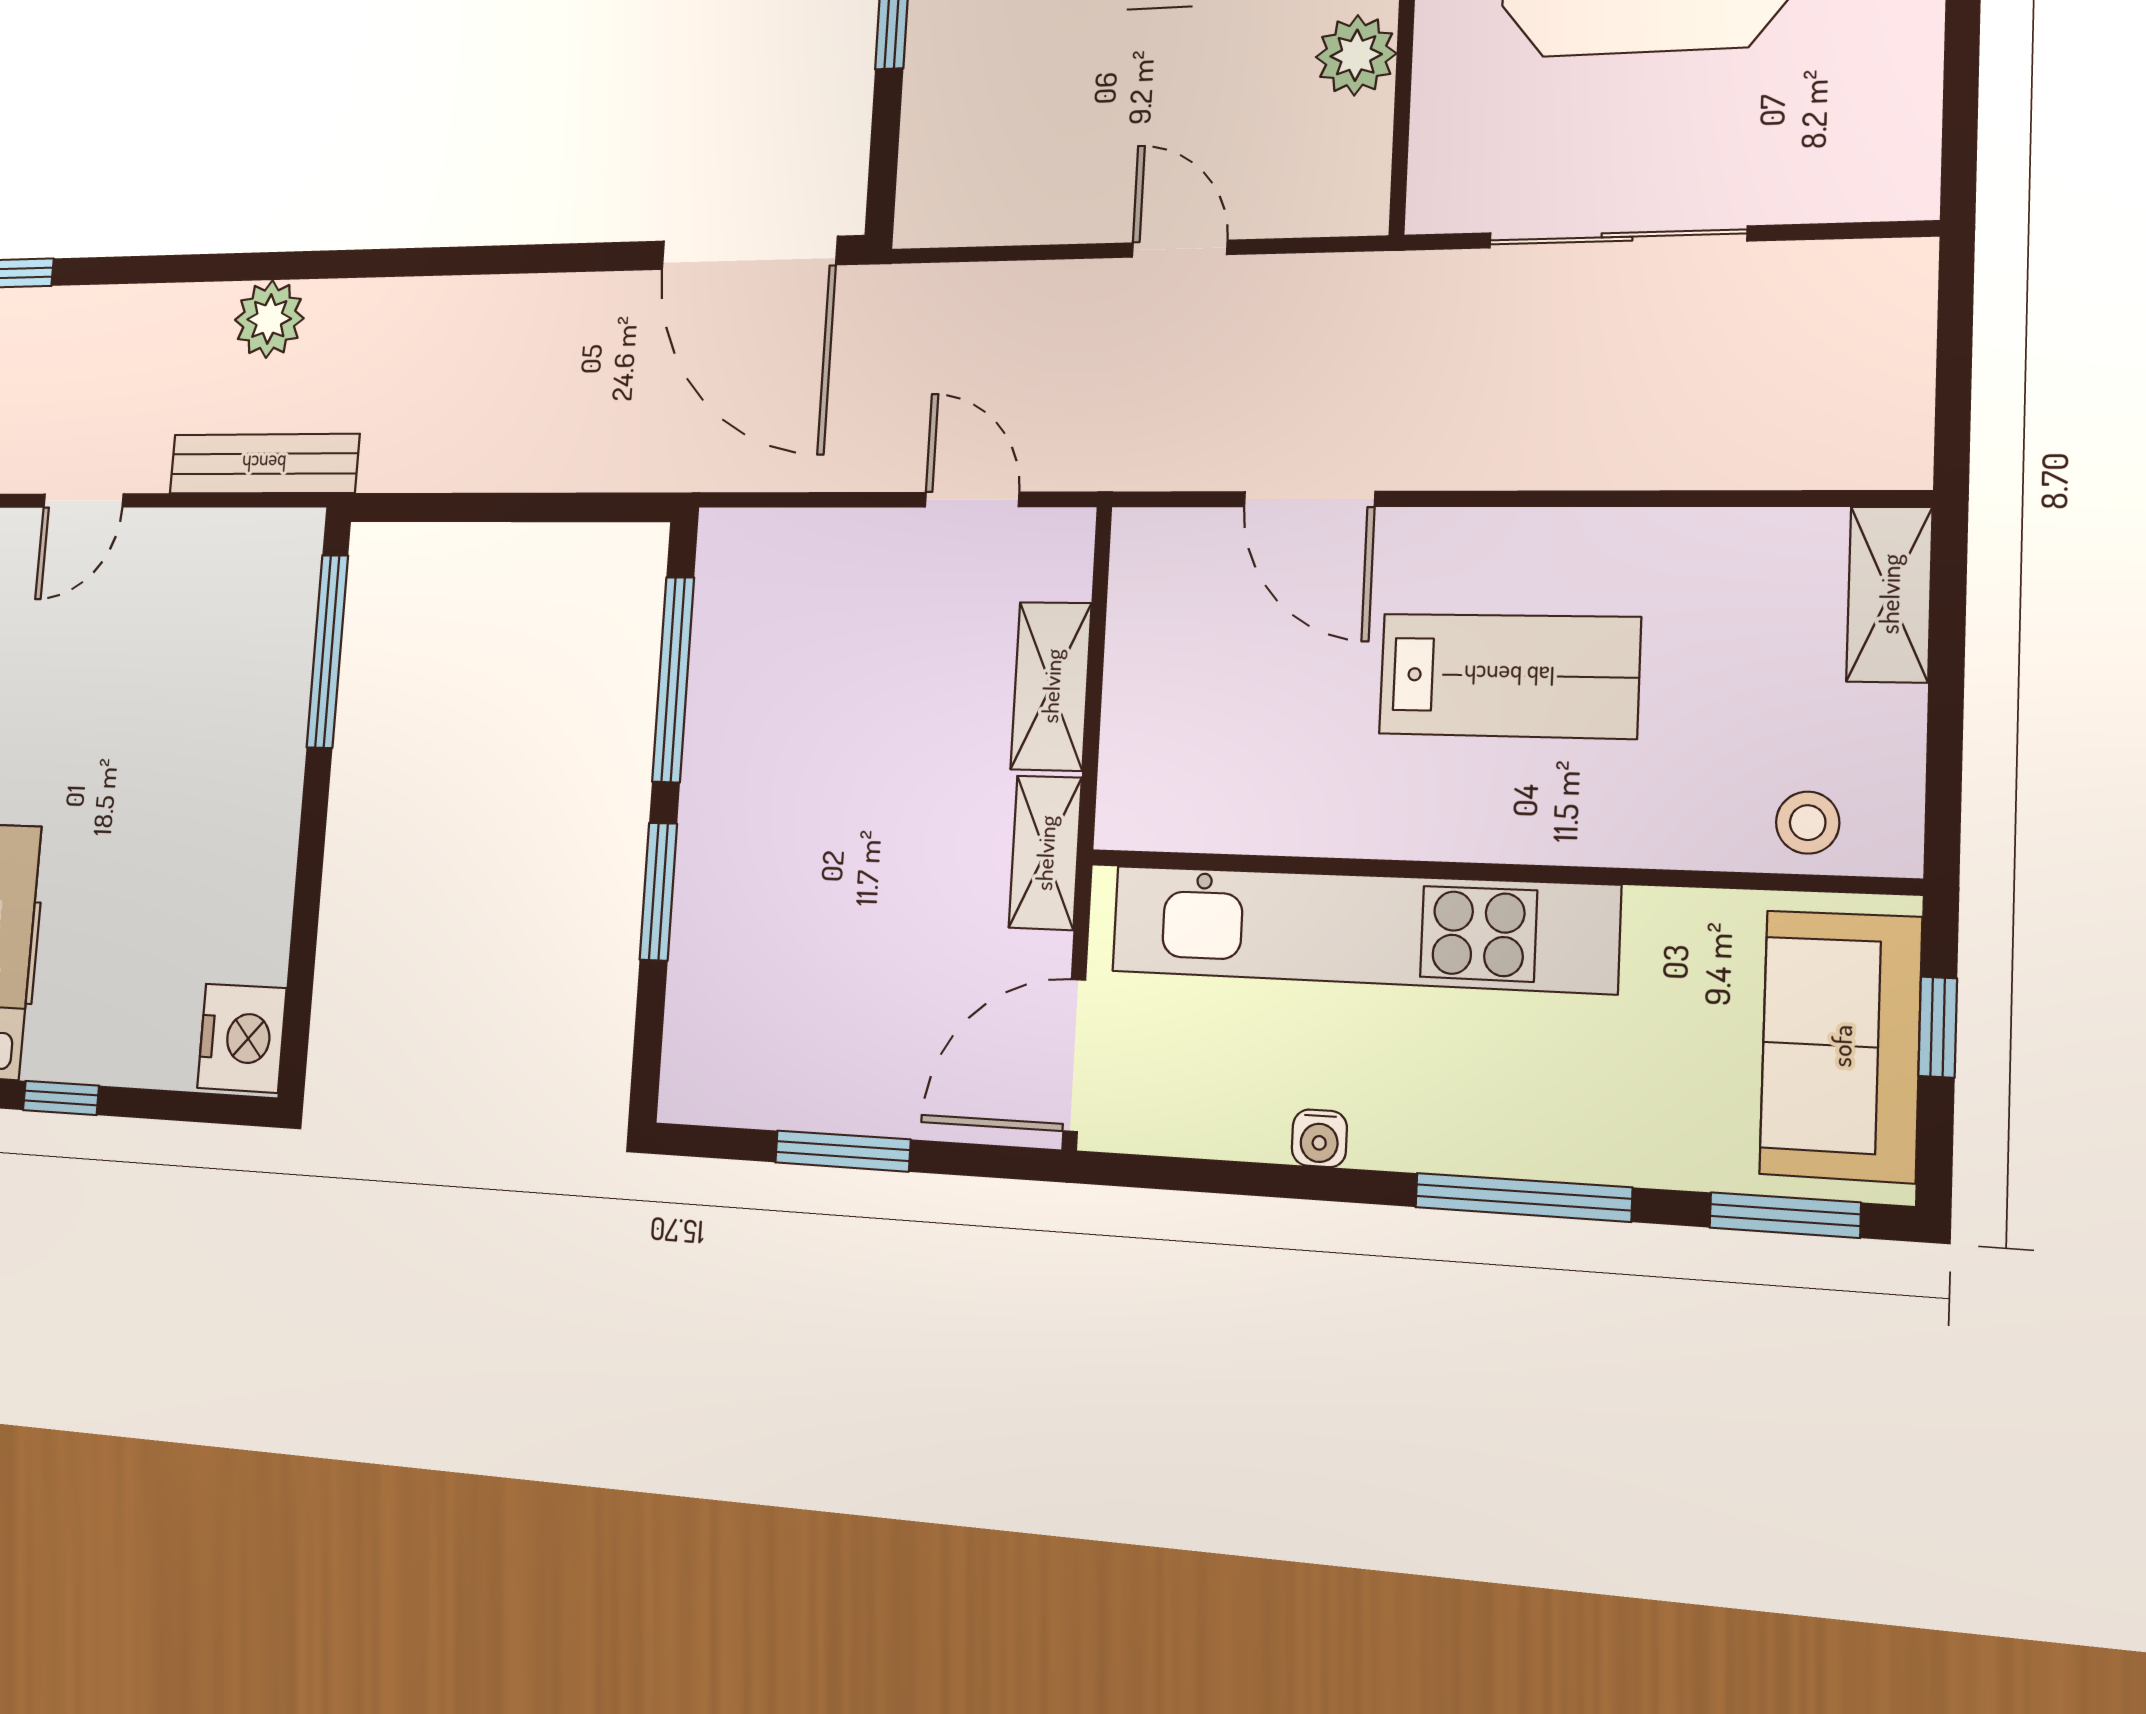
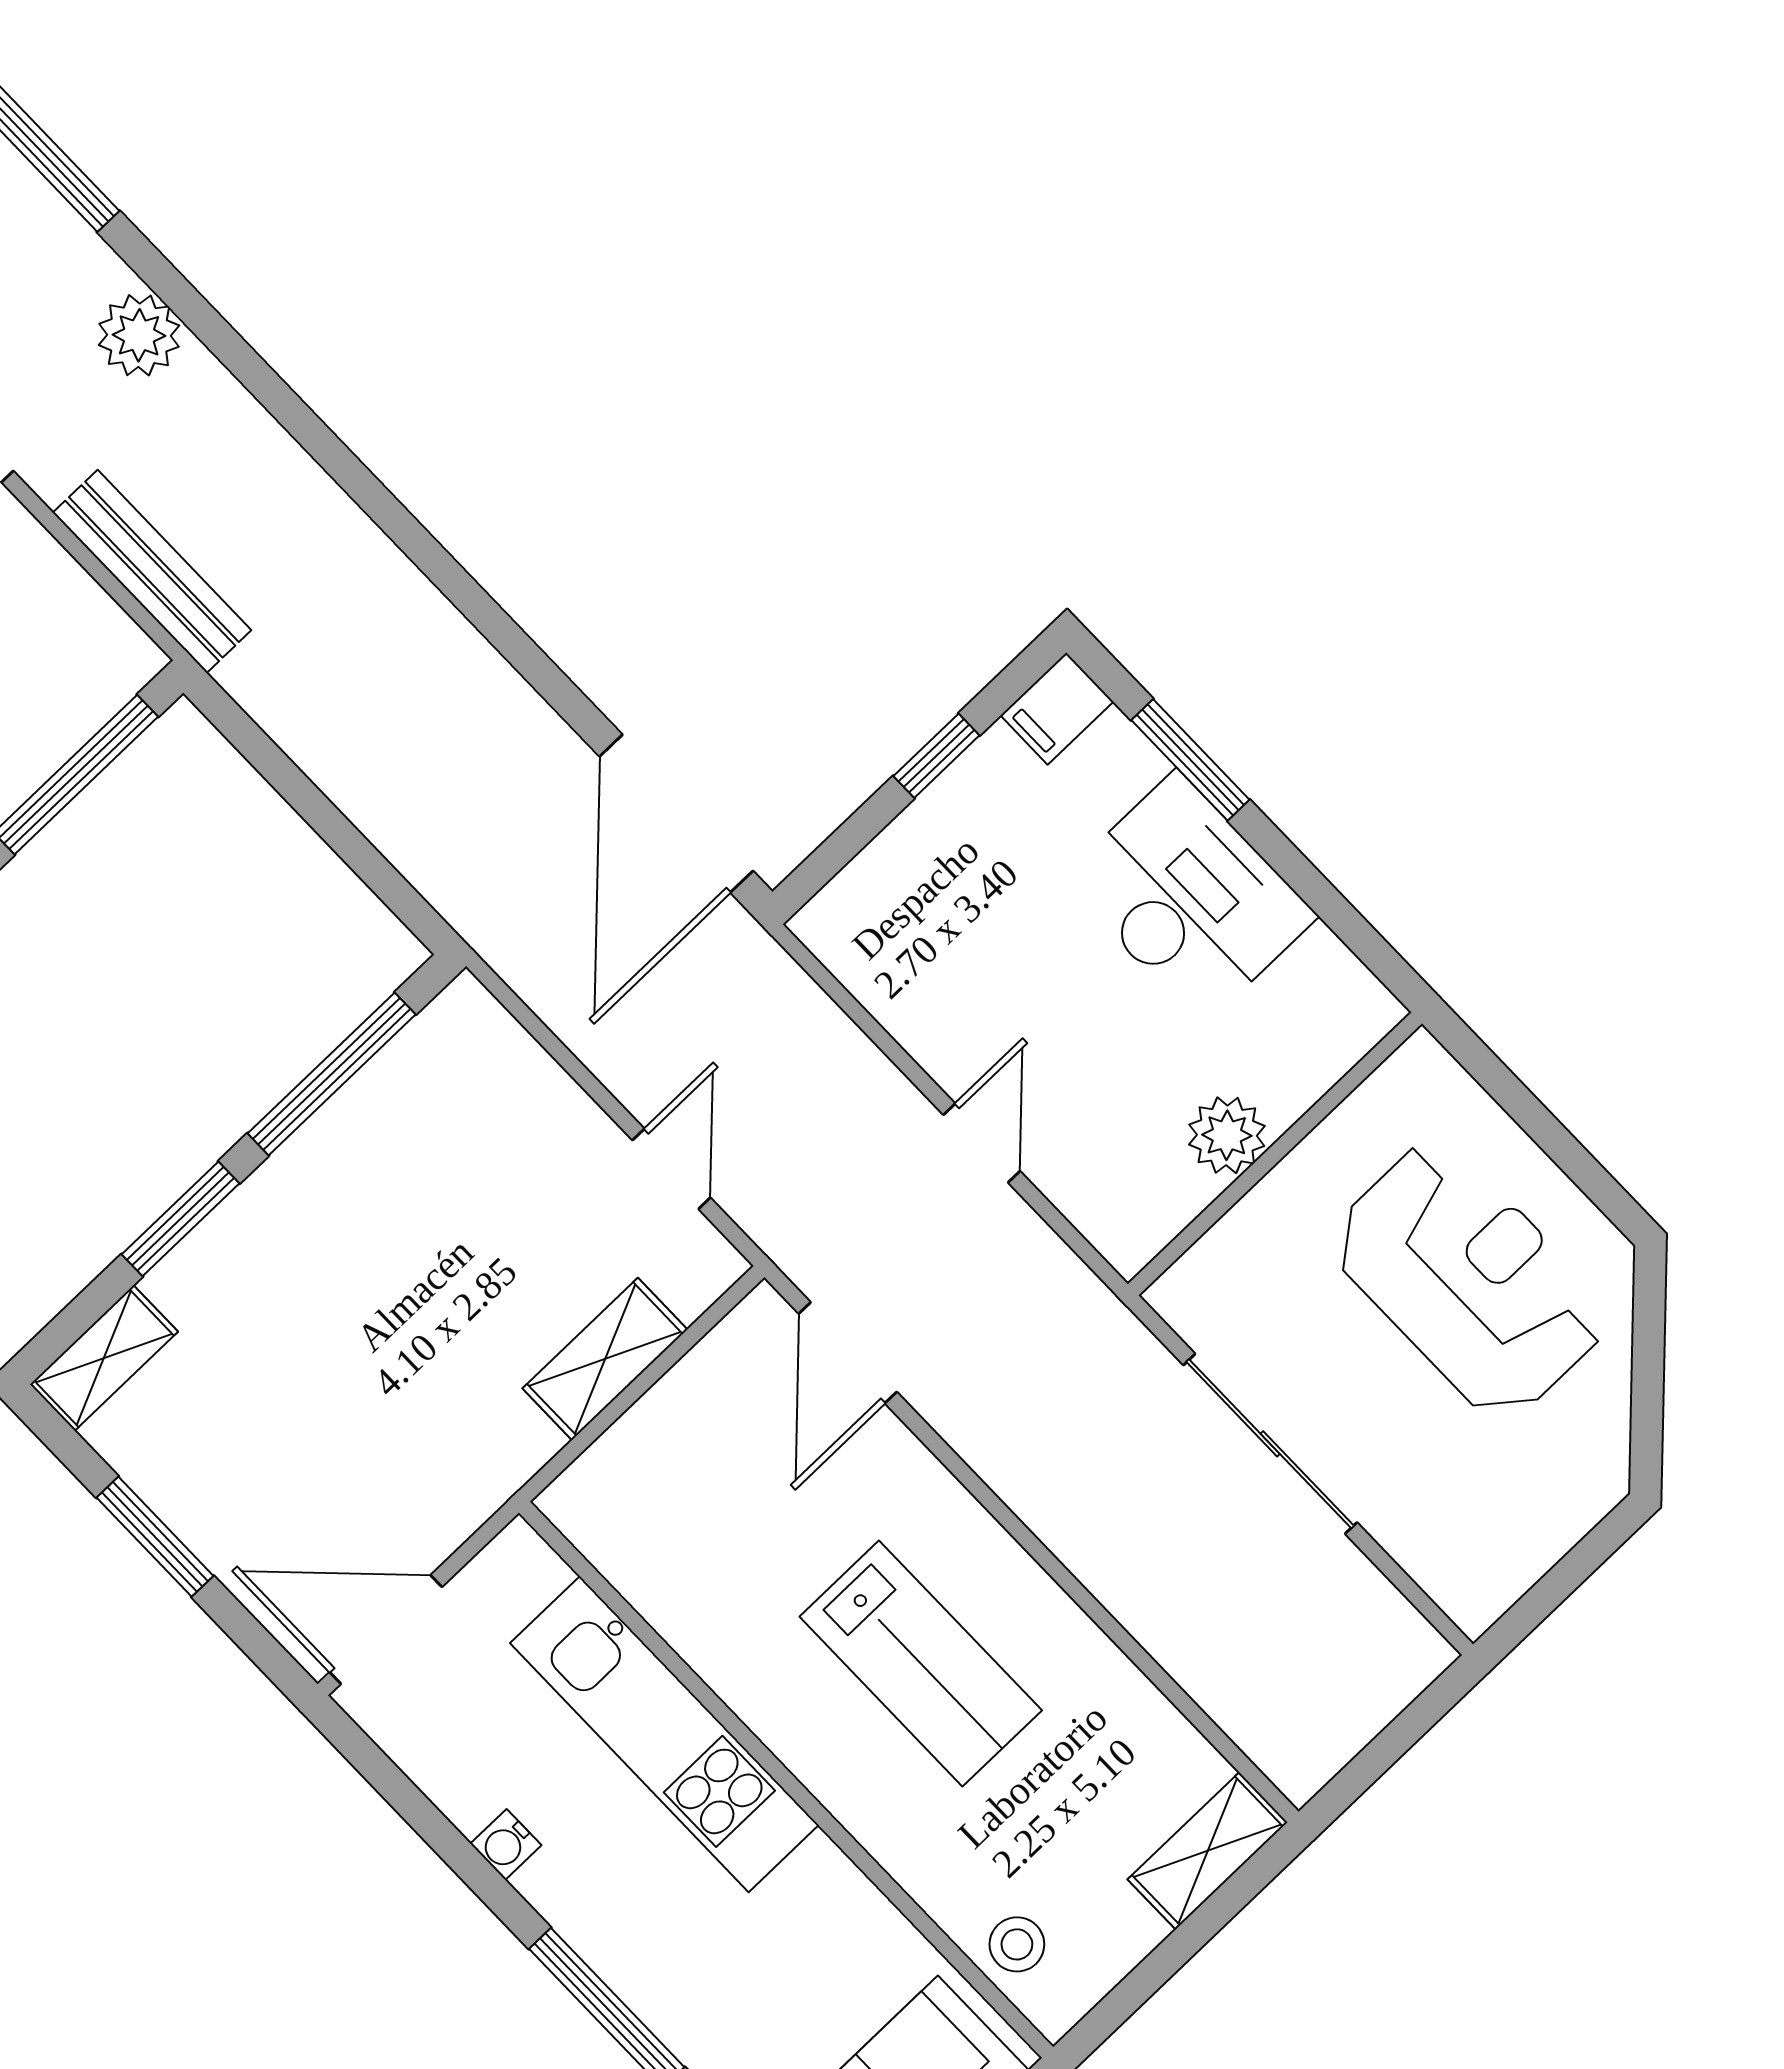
plant: (269, 319) -> (139, 335), moved
door: (1309, 499) -> (848, 1353), moved
shelving: (1045, 853) -> (104, 1358), moved
kitchen unit: (1361, 929) -> (664, 1734), width x0.73

